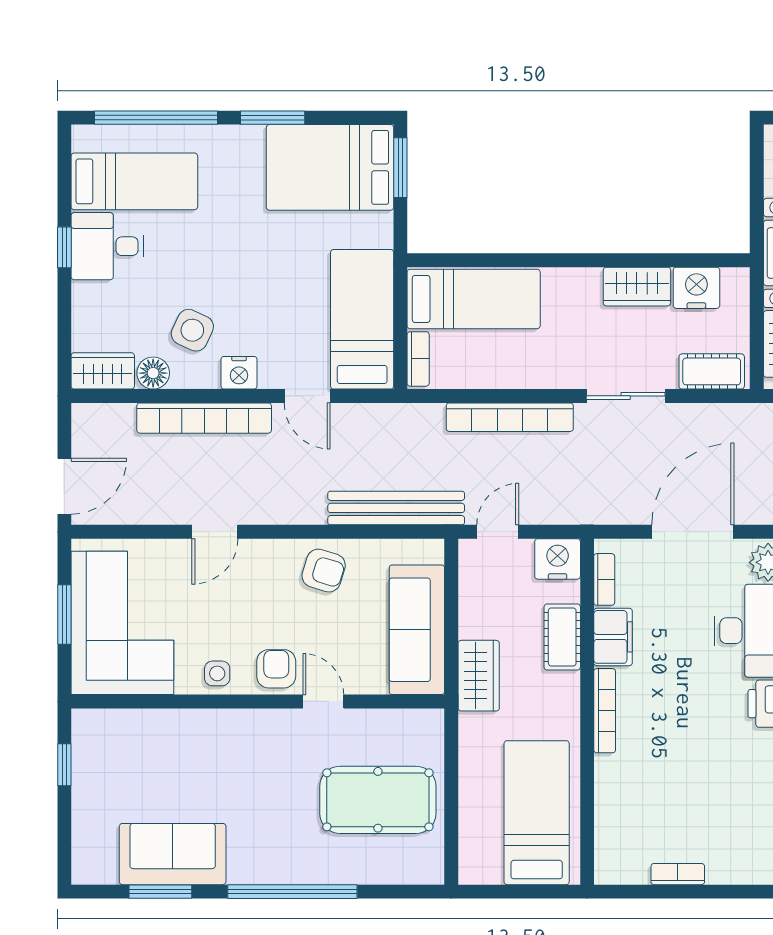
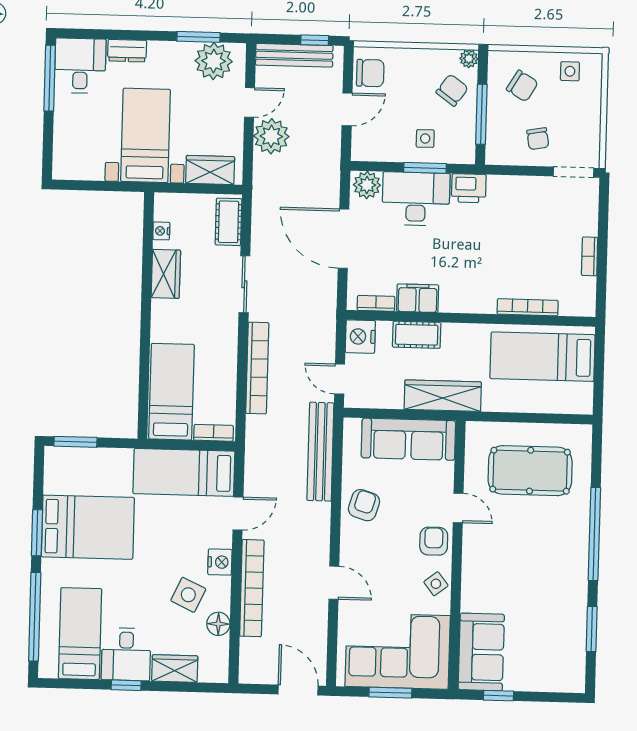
bed: (330, 167) -> (88, 527), moved, turned -90
nightstand: (696, 288) -> (161, 231), width x0.53, depth x0.56
wardrobe: (103, 371) -> (175, 669), moved, turned 90
armchair: (276, 669) -> (434, 541), turned 90
side table: (217, 673) -> (436, 584), turned -38
wardrobe: (479, 676) -> (443, 396), width x1.50
door: (323, 701) -> (458, 508), swing flipped
bookcase: (605, 711) -> (528, 307), moved
pool table: (378, 800) -> (530, 471), turned 90
sofa: (173, 854) -> (481, 652), moved, turned 180

